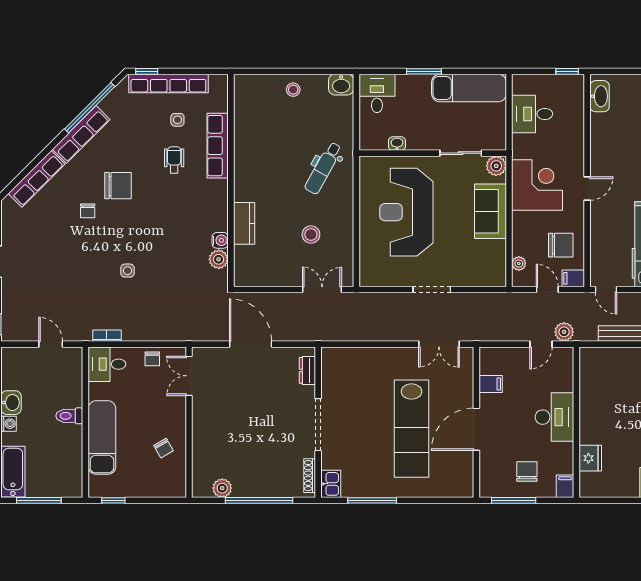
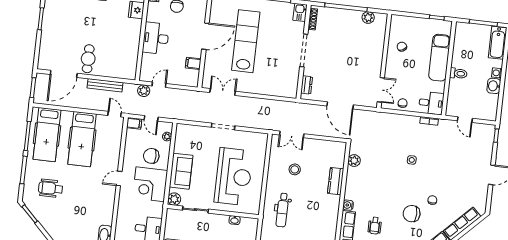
dental chair: (323, 168) -> (282, 210), turned 151
water cooler: (220, 240) -> (348, 205), moved
chair: (561, 245) -> (151, 156), moved

